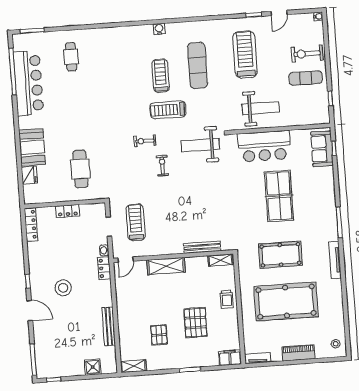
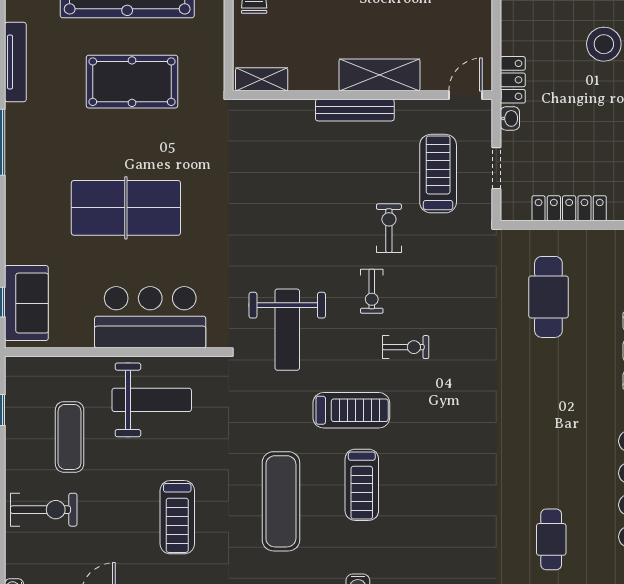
treadmill: (245, 55) -> (177, 517), width x0.73, depth x0.73
exercise mat: (306, 78) -> (70, 437), moved, turned 90
weight bench: (261, 108) -> (152, 400), turned 180
weight bench: (200, 145) -> (287, 330), turned 90
exercise bike: (157, 195) -> (389, 228), added
table tennis table: (279, 196) -> (126, 208), turned 90
locker: (68, 211) -> (569, 208), width x1.53
treadmill: (136, 222) -> (438, 174), turned 180
bench: (202, 247) -> (355, 110), moved

